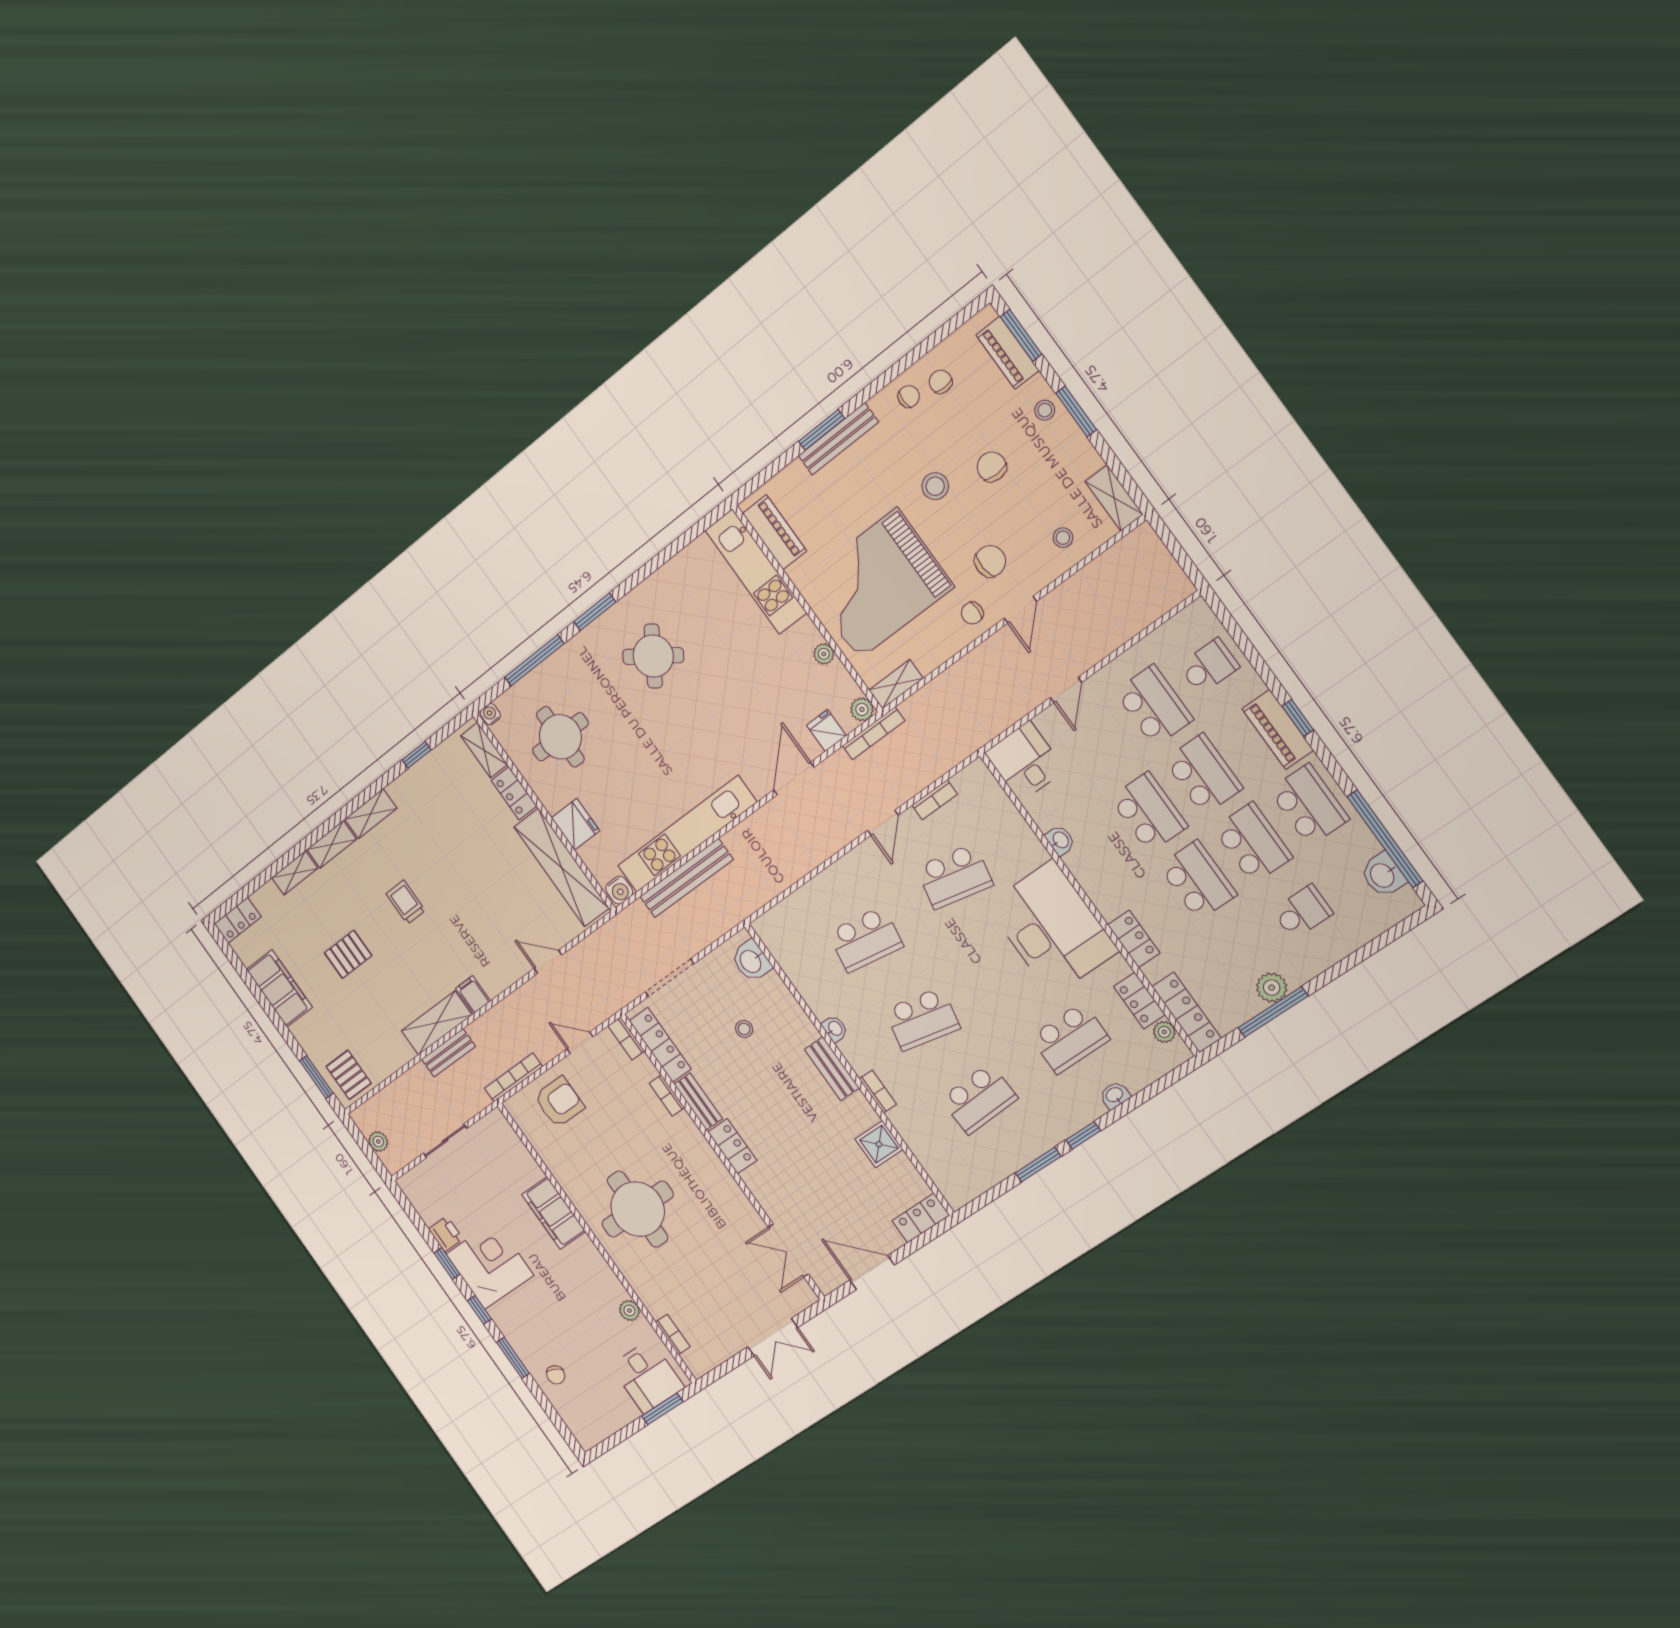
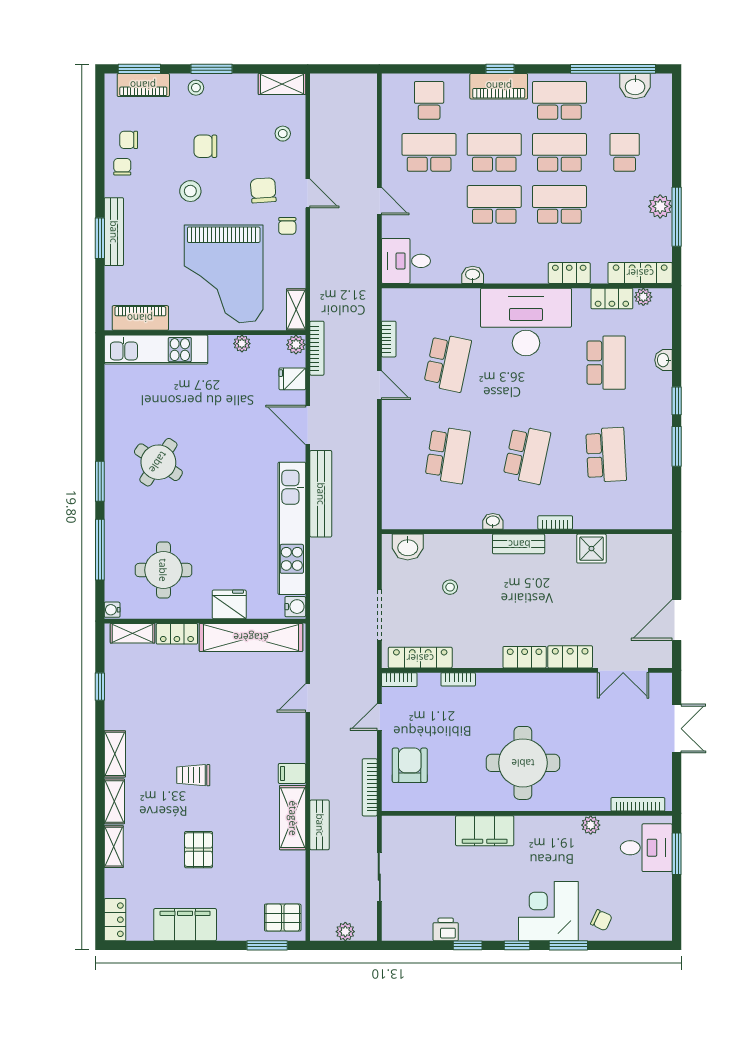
bench: (686, 878) -> (321, 494), moved
bench: (698, 1102) -> (478, 659), removed
locker: (921, 1218) -> (570, 657), moved, turned 90
corner desk: (490, 1265) -> (548, 911), moved
bookcase: (673, 1334) -> (638, 804), width x1.56

